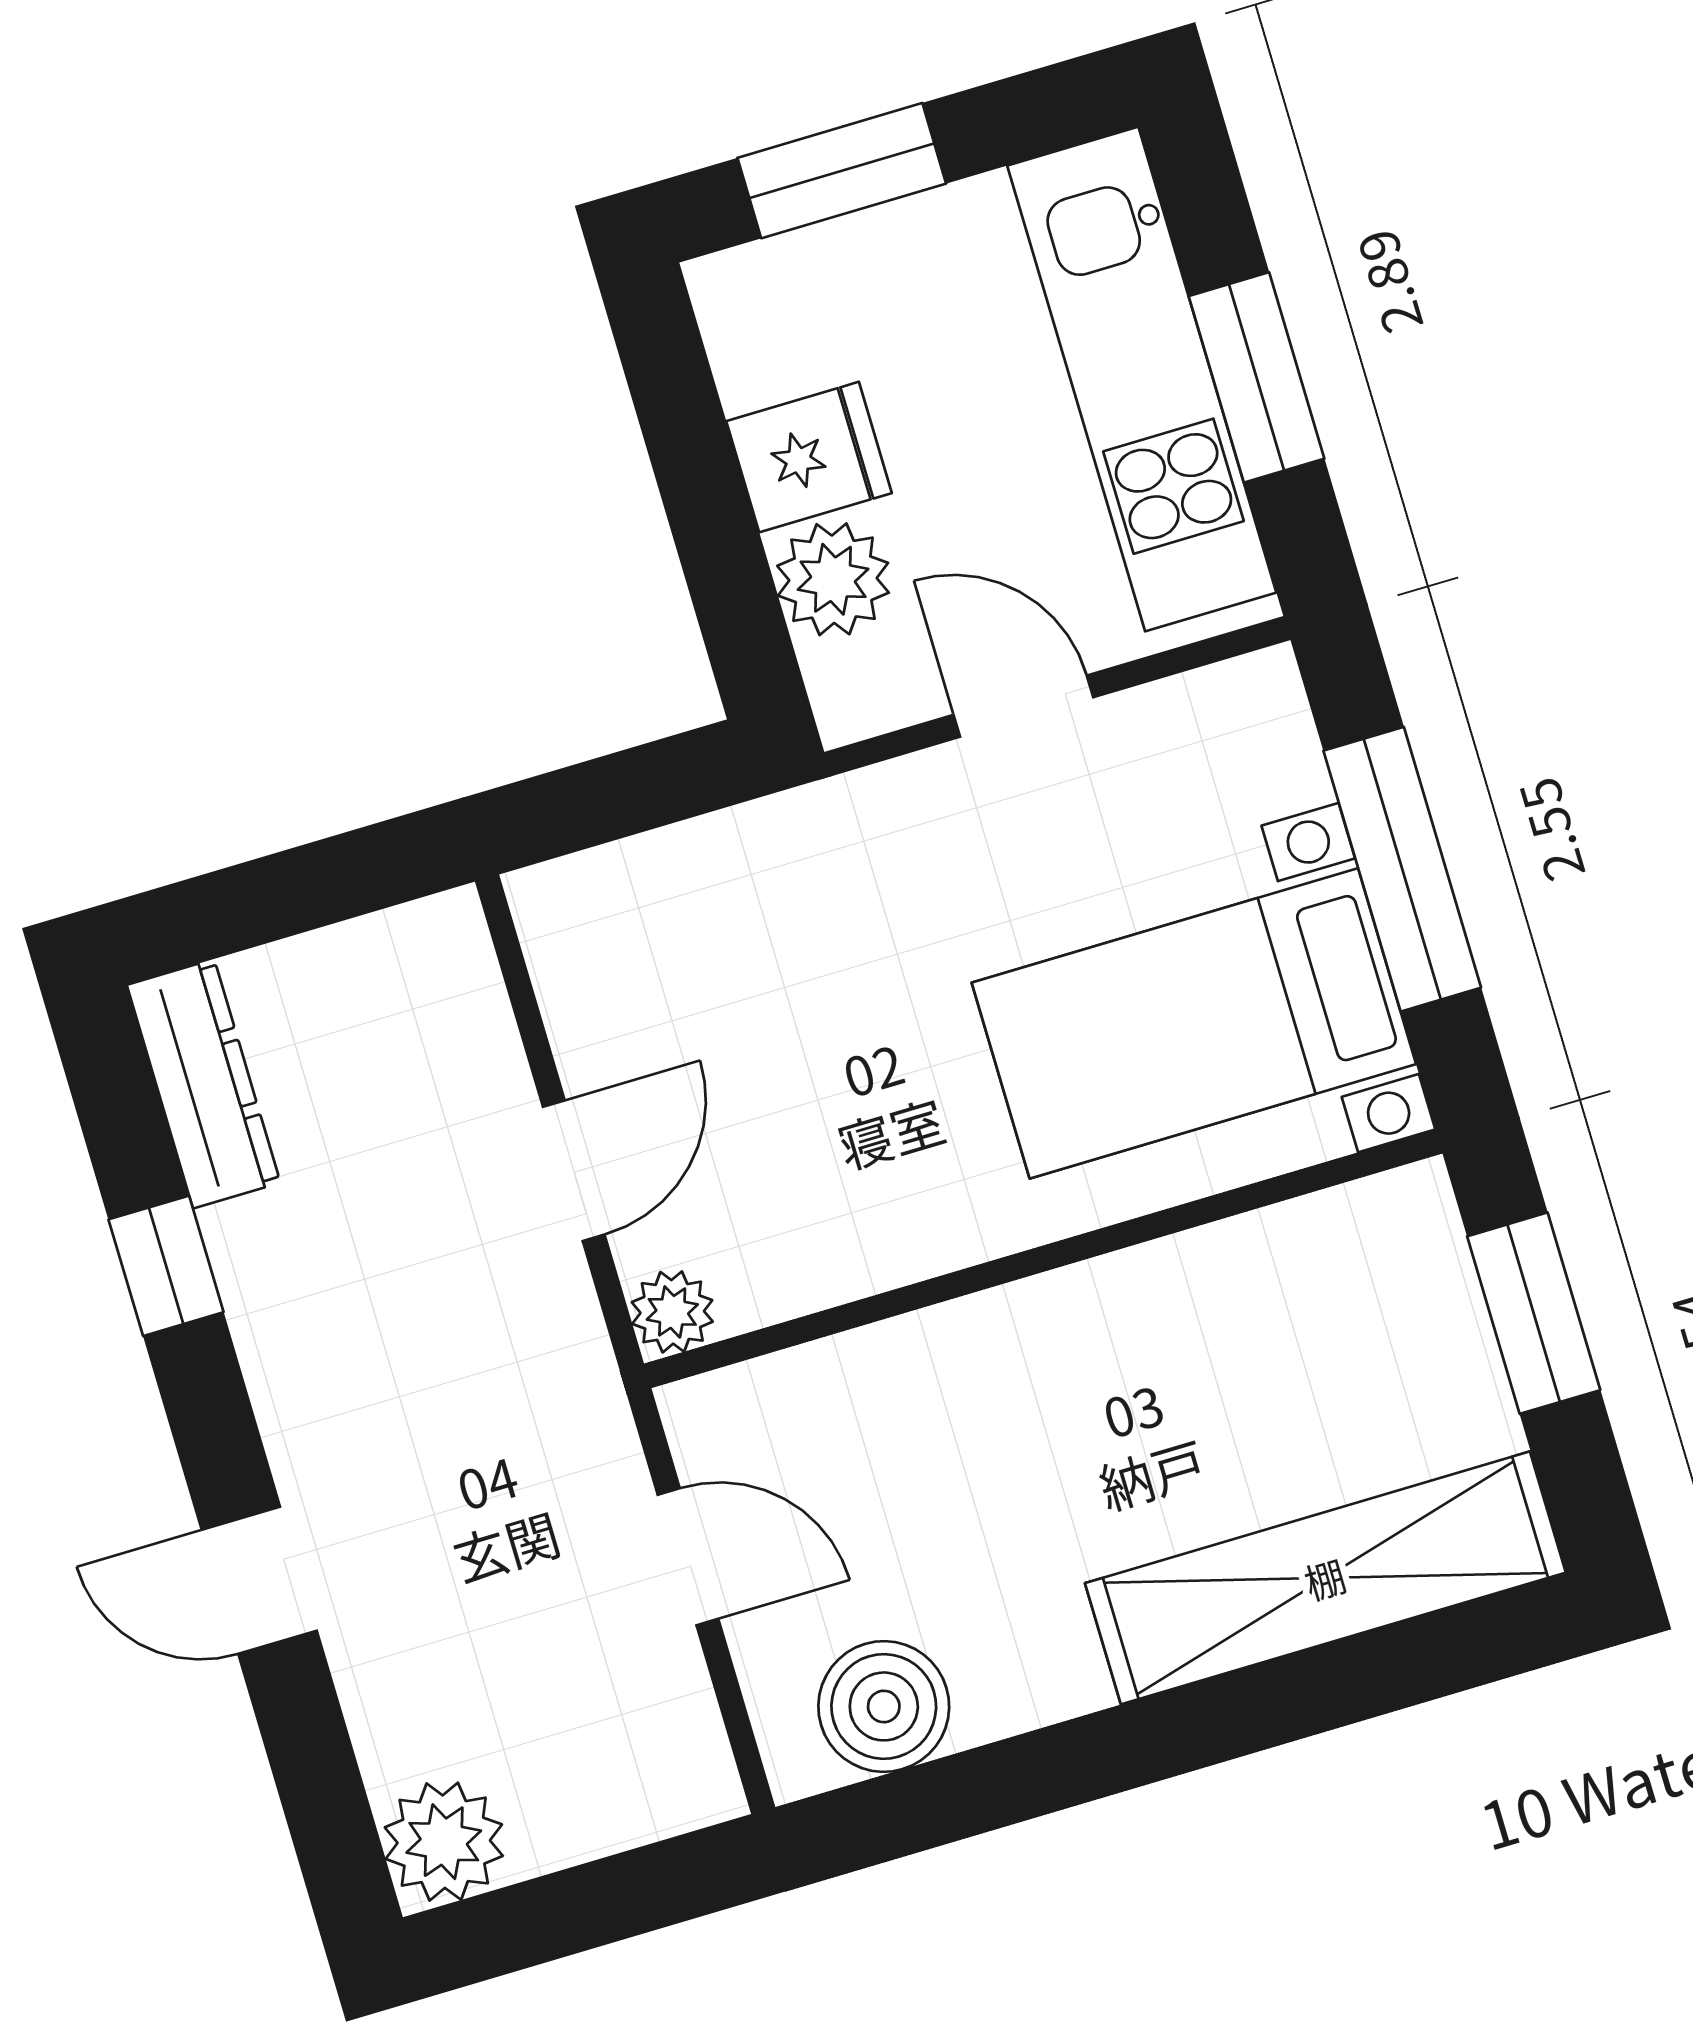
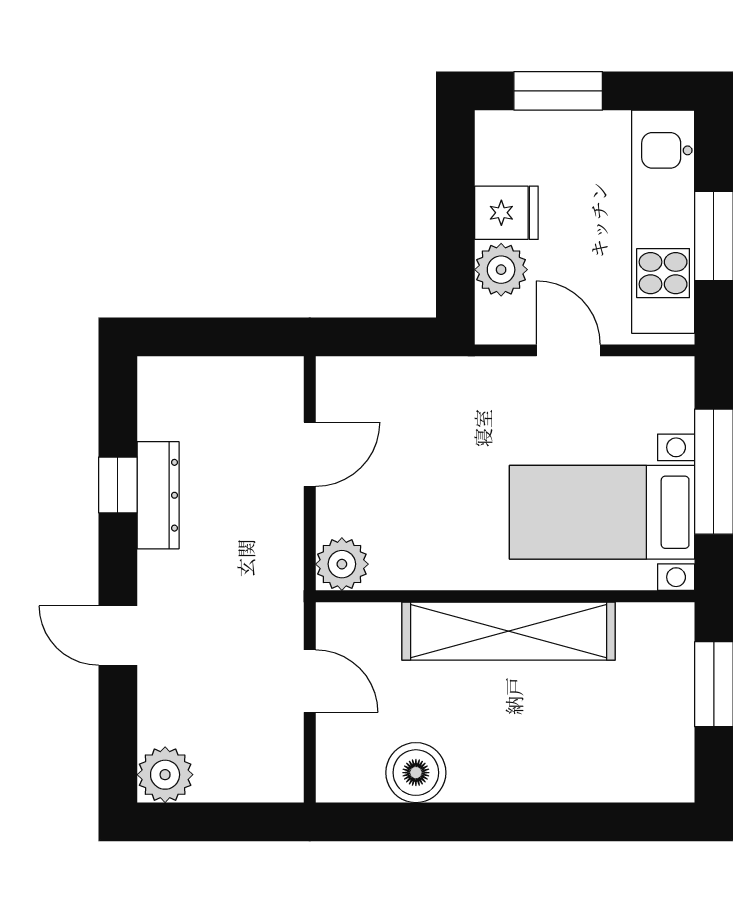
dresser: (204, 1084) -> (158, 495), moved
door: (574, 1171) -> (310, 454), moved
plant: (672, 1312) -> (342, 564), width x1.38, depth x1.38
shelving: (1325, 1578) -> (509, 631), moved
boiler: (884, 1706) -> (416, 773), moved

